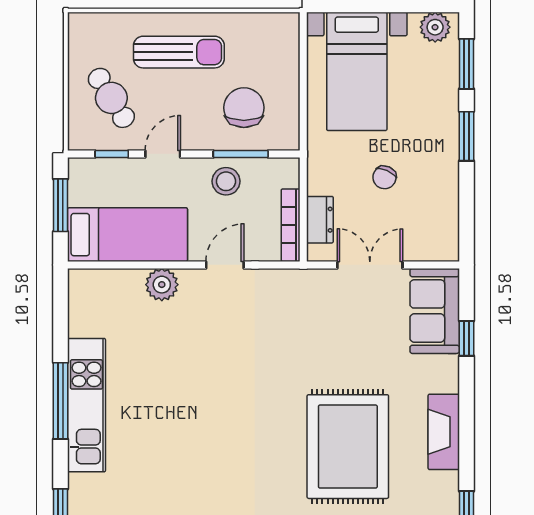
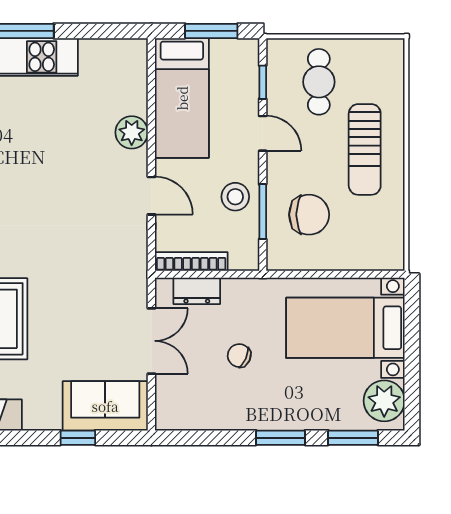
plant: (435, 27) -> (384, 401), width x1.36, depth x1.36
cafe table: (111, 98) -> (319, 82), turned -58

